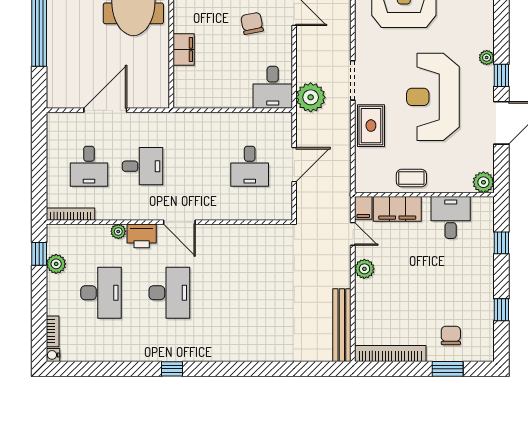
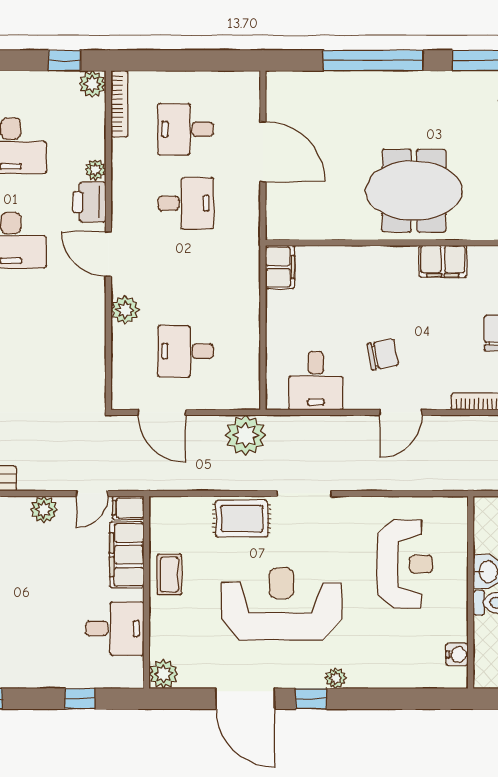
filing cabinet: (184, 50) -> (280, 267), moved, turned -90
desk: (273, 87) -> (316, 381), moved, turned -90
plant: (311, 97) -> (246, 435), moved
door: (294, 165) -> (162, 412), moved
desk: (143, 166) -> (186, 203), turned -90
plant: (220, 210) -> (125, 310), added
door: (179, 222) -> (108, 254), hinge flipped
plant: (56, 264) -> (92, 84), moved

